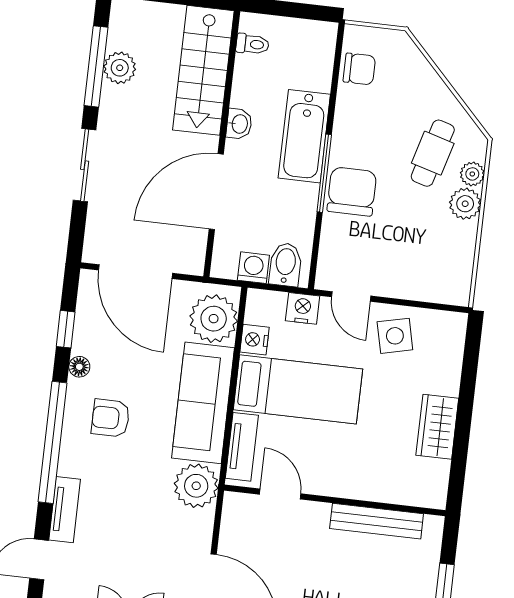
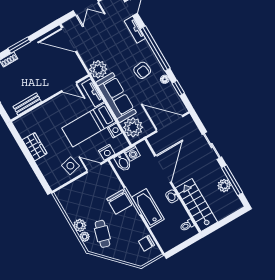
armchair: (111, 418) -> (142, 70), turned 82
bench: (377, 521) -> (27, 104), width x0.73

